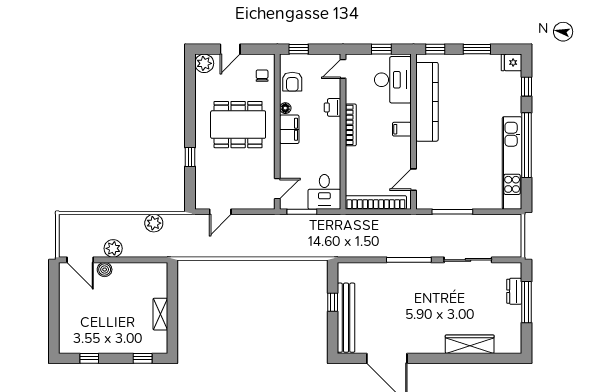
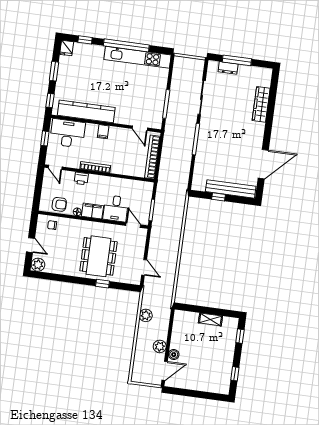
window: (299, 49) -> (37, 197), removed
dining table: (238, 125) -> (99, 256), moved
desk: (324, 192) -> (116, 208), moved, turned 90

